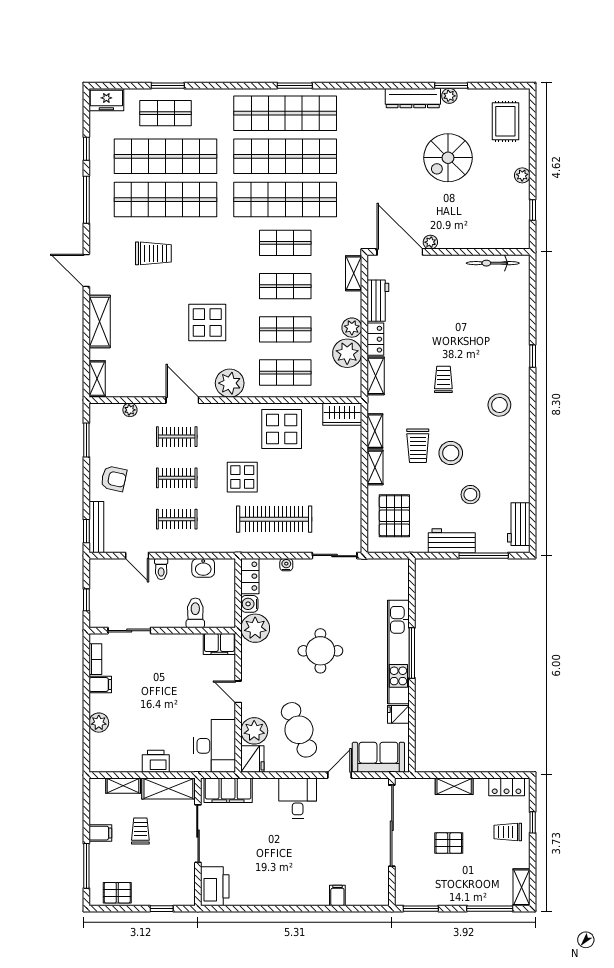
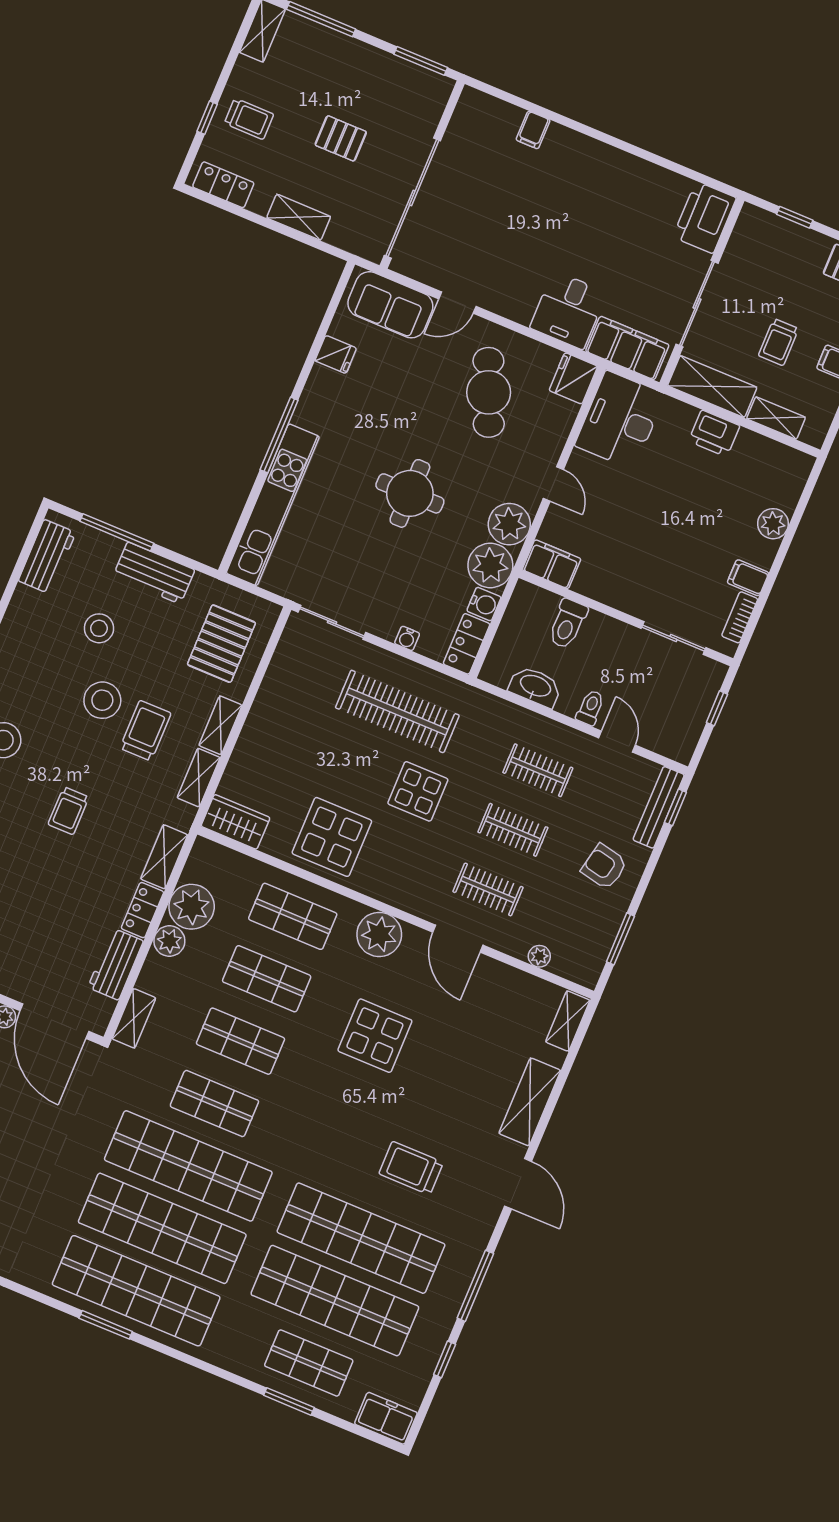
washbasin: (203, 568) -> (535, 687), width x1.38
kitchen unit: (398, 652) -> (273, 505), moved
plant: (254, 731) -> (509, 524), moved
desk: (298, 798) -> (568, 310), moved

